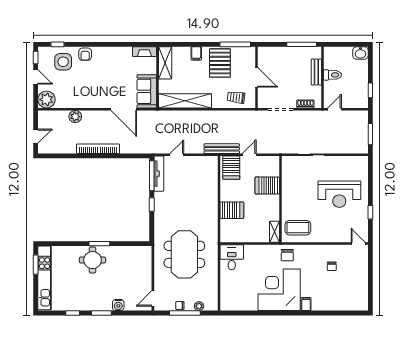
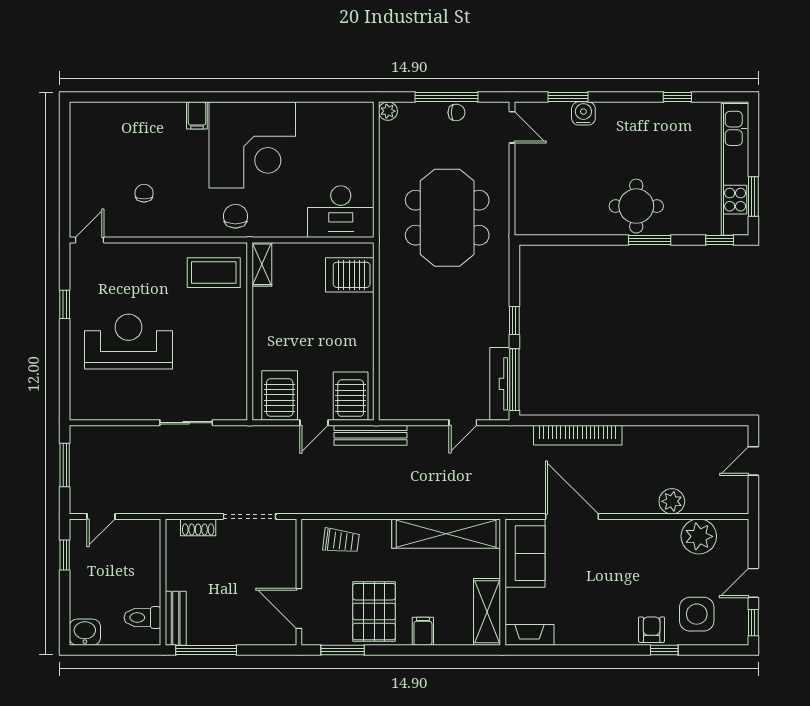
window: (58, 44) -> (664, 650), moved
window: (235, 44) -> (343, 650), width x0.69
bench: (316, 72) -> (176, 618), moved
toilet: (333, 75) -> (142, 618), moved
door: (36, 77) -> (753, 583), hinge flipped
door: (256, 77) -> (299, 609), moved
plant: (46, 100) -> (699, 536), moved
door: (334, 109) -> (101, 516), moved
bookcase: (98, 149) -> (578, 435), moved
server rack: (267, 186) -> (280, 396), moved, turned -90
server rack: (232, 210) -> (350, 275), moved
window: (52, 244) -> (720, 240), added
window: (99, 244) -> (650, 240), moved
door: (358, 244) -> (90, 240), swing flipped
desk: (232, 257) -> (341, 212), width x1.37
door: (153, 298) -> (512, 127), hinge flipped
plant: (199, 306) -> (388, 111), moved
window: (101, 313) -> (568, 97), moved

